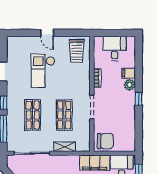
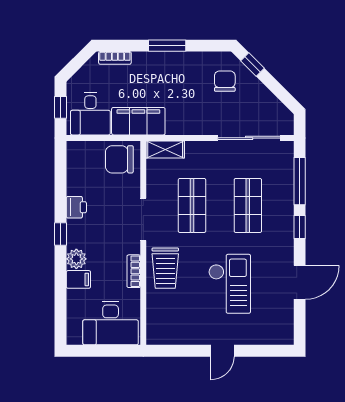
door: (47, 33) -> (222, 351), swing flipped
desk: (115, 48) -> (111, 323), width x1.37
trolley: (77, 51) -> (165, 268), moved, turned 180
printer: (130, 114) -> (76, 207), added
shelving: (65, 147) -> (165, 149), moved

